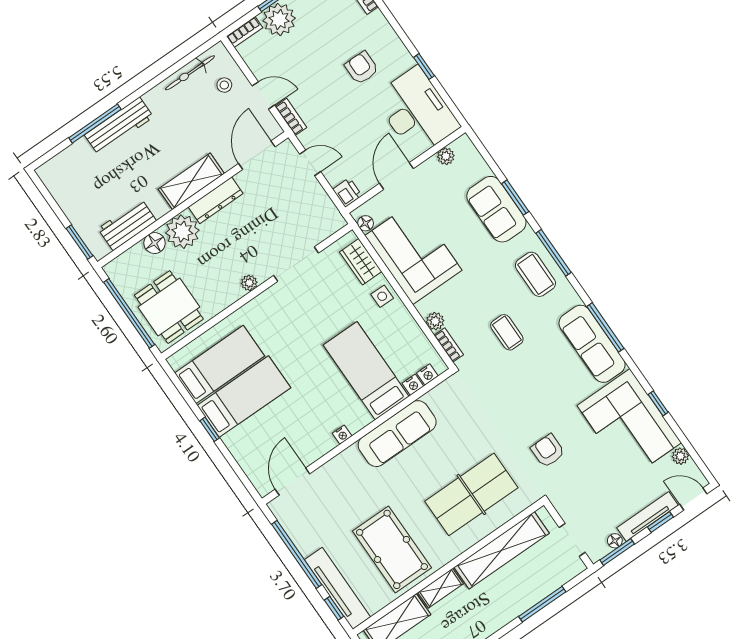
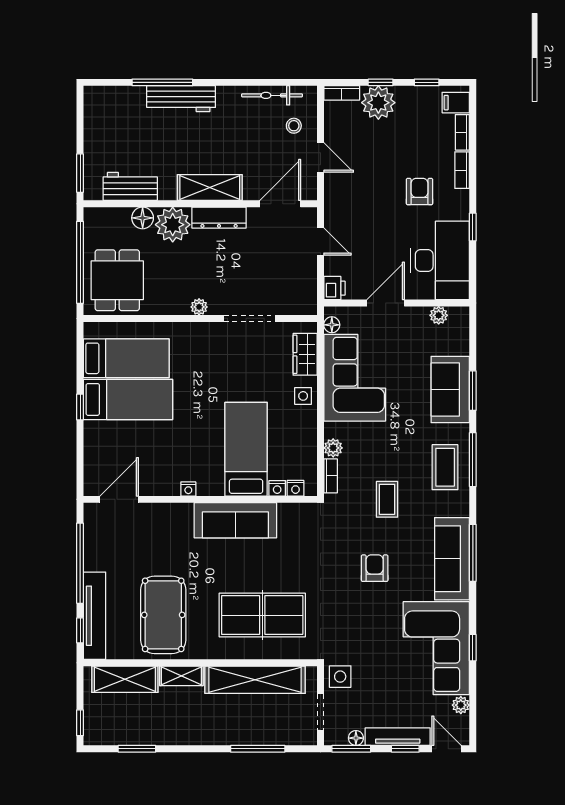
bookcase: (291, 117) -> (462, 170), moved, turned 180
armchair: (548, 451) -> (375, 568), moved
side table: (568, 500) -> (340, 677), added

